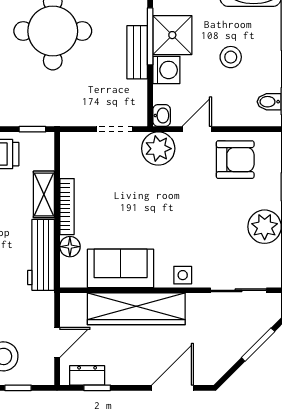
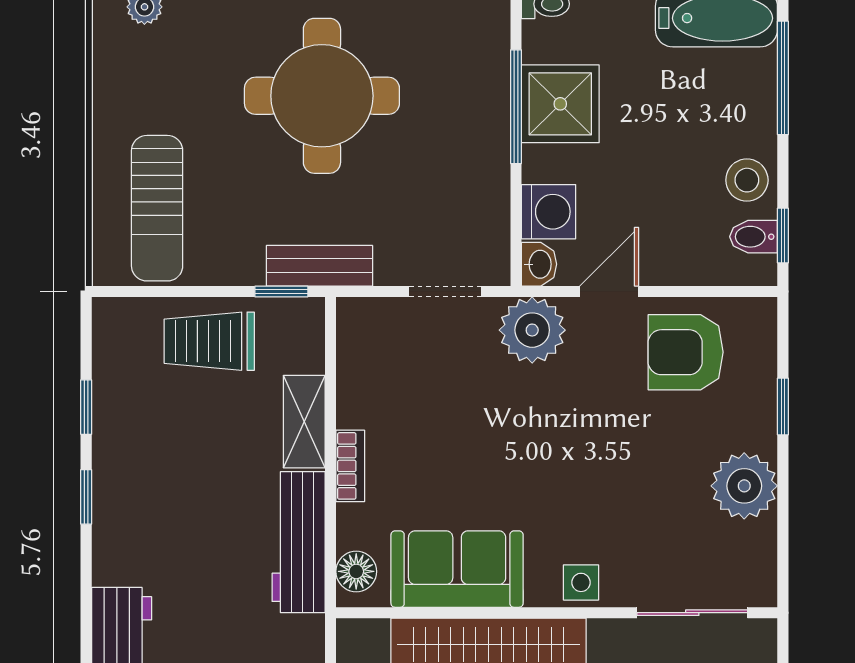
bench: (137, 52) -> (319, 266), moved, turned 90
stool: (231, 57) -> (747, 180), moved
washing machine: (166, 70) -> (549, 212), moved
armchair: (235, 160) -> (686, 352), turned 180
bookcase: (67, 207) -> (350, 466), width x0.64
floor lamp: (70, 247) -> (356, 571), moved

